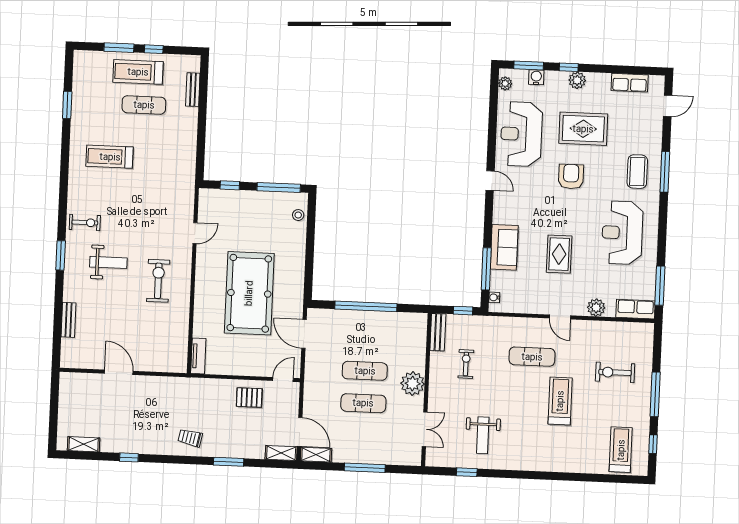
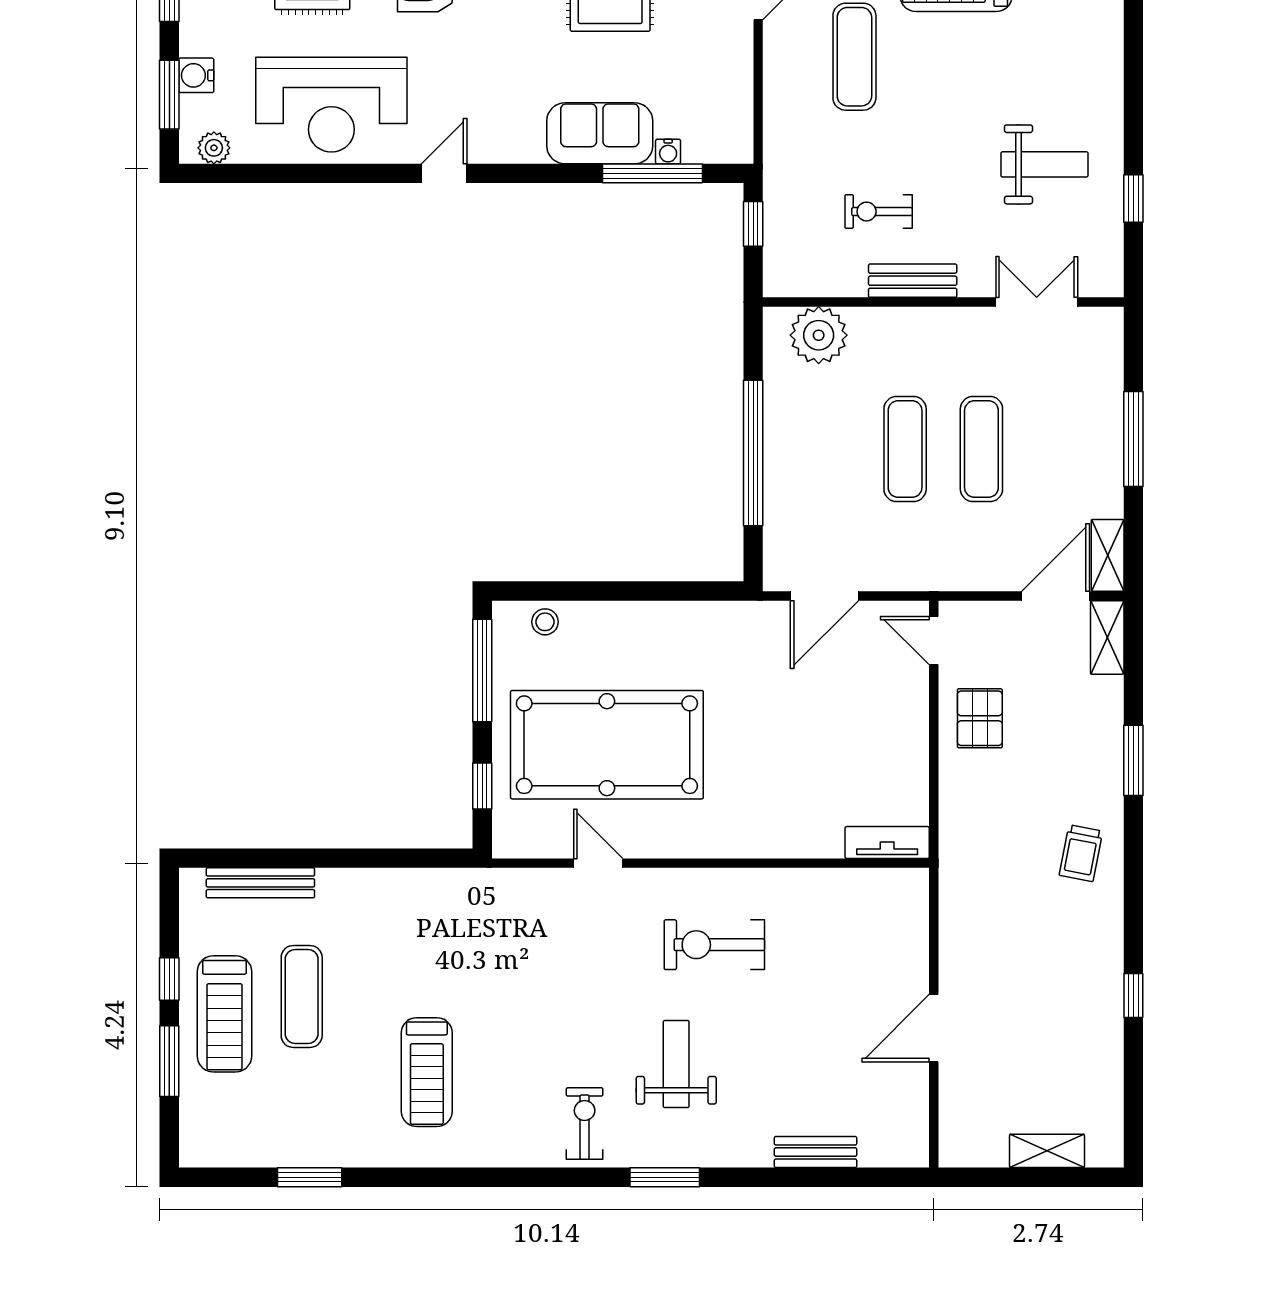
bench: (193, 90) -> (260, 883), width x1.36
pool table: (249, 293) -> (607, 745), moved
water cooler: (494, 297) -> (668, 152), moved
bench: (438, 332) -> (913, 281), moved
plant: (413, 384) -> (819, 335), moved
shelving: (84, 444) -> (1047, 1151), moved, turned 90

